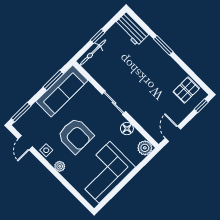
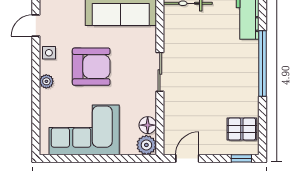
window: (163, 45) -> (262, 64), width x2.11
floor lamp: (127, 129) -> (148, 125), moved
armchair: (75, 136) -> (91, 67), turned -90

